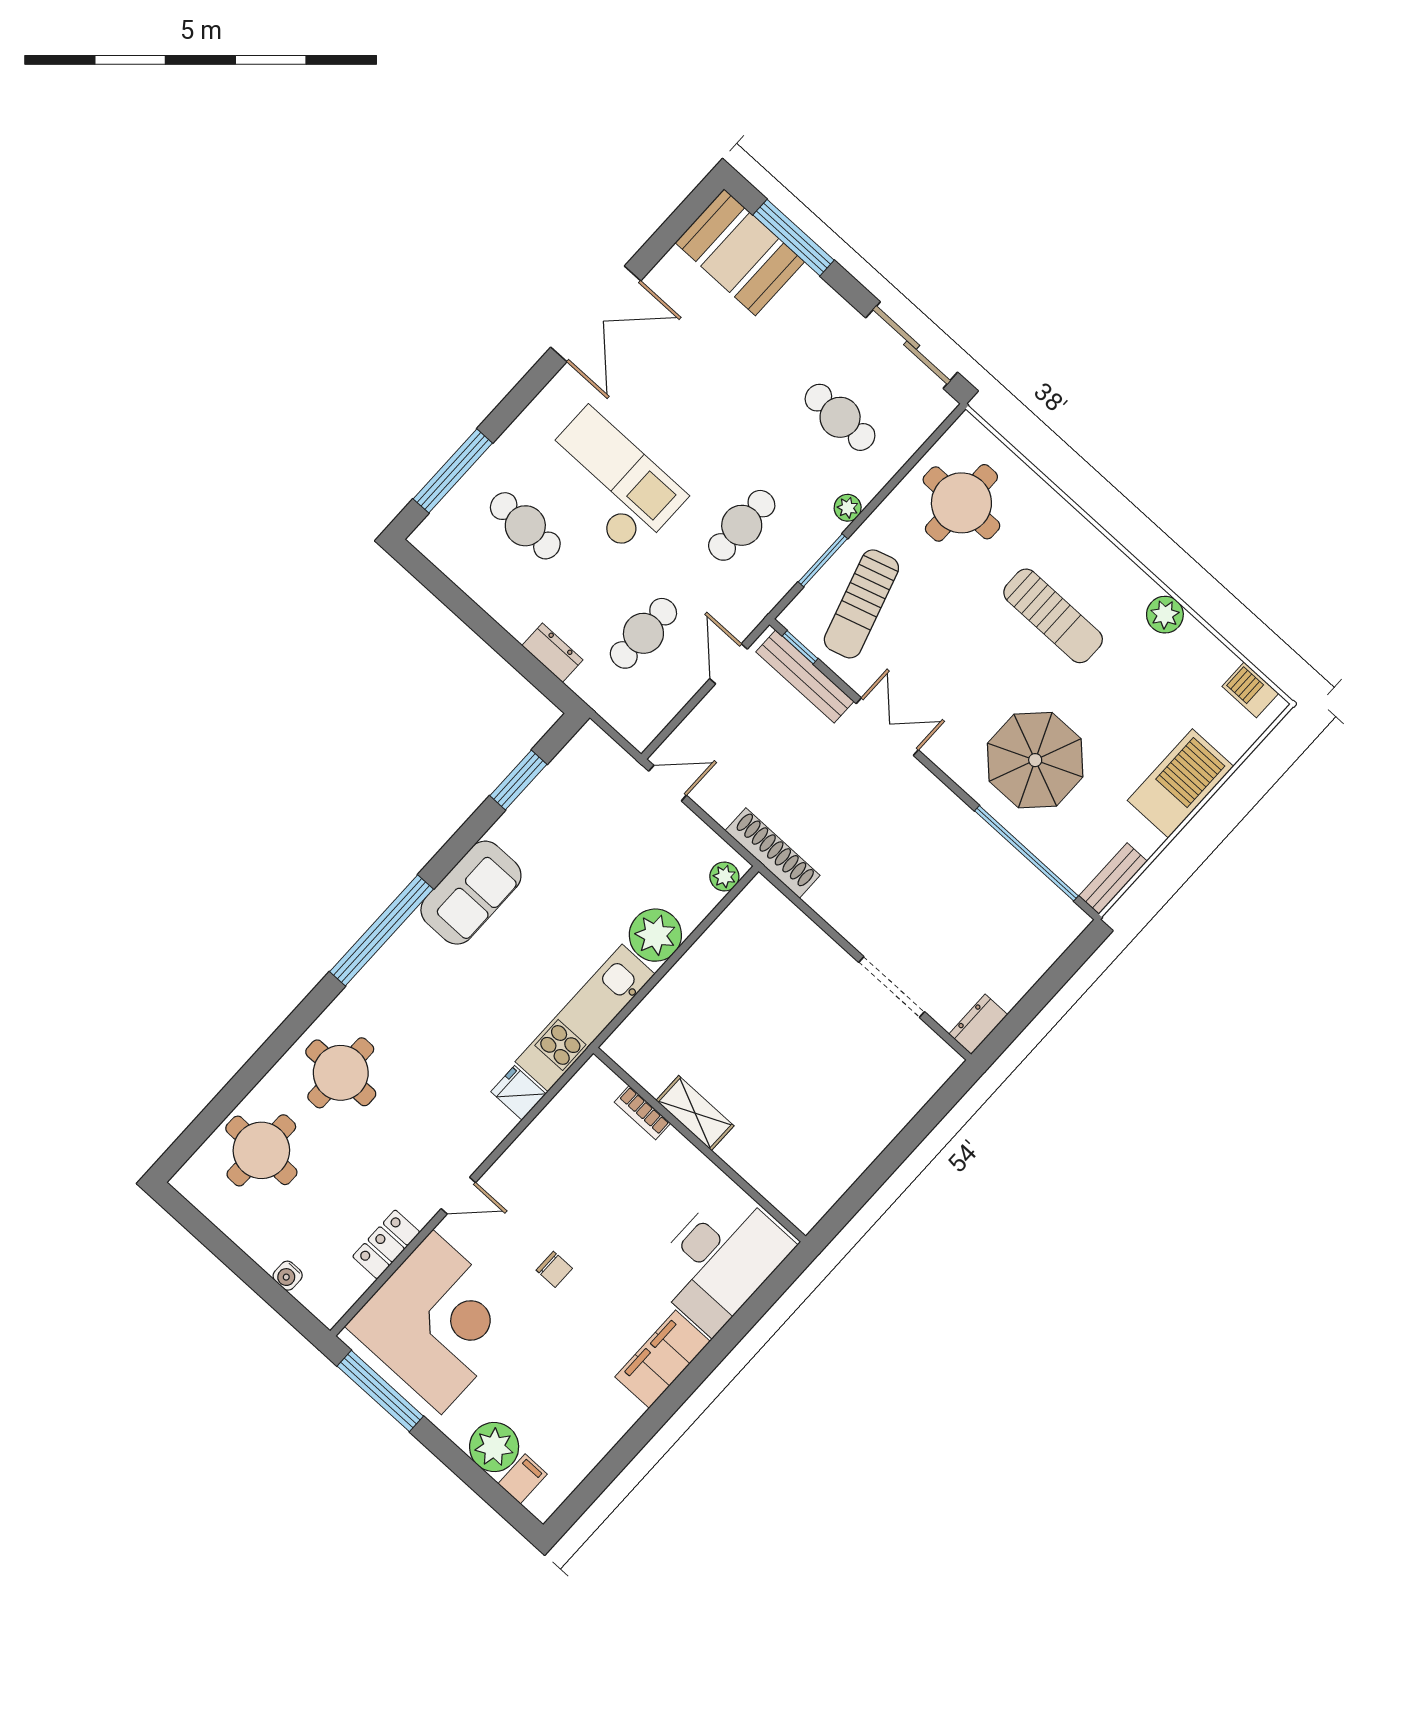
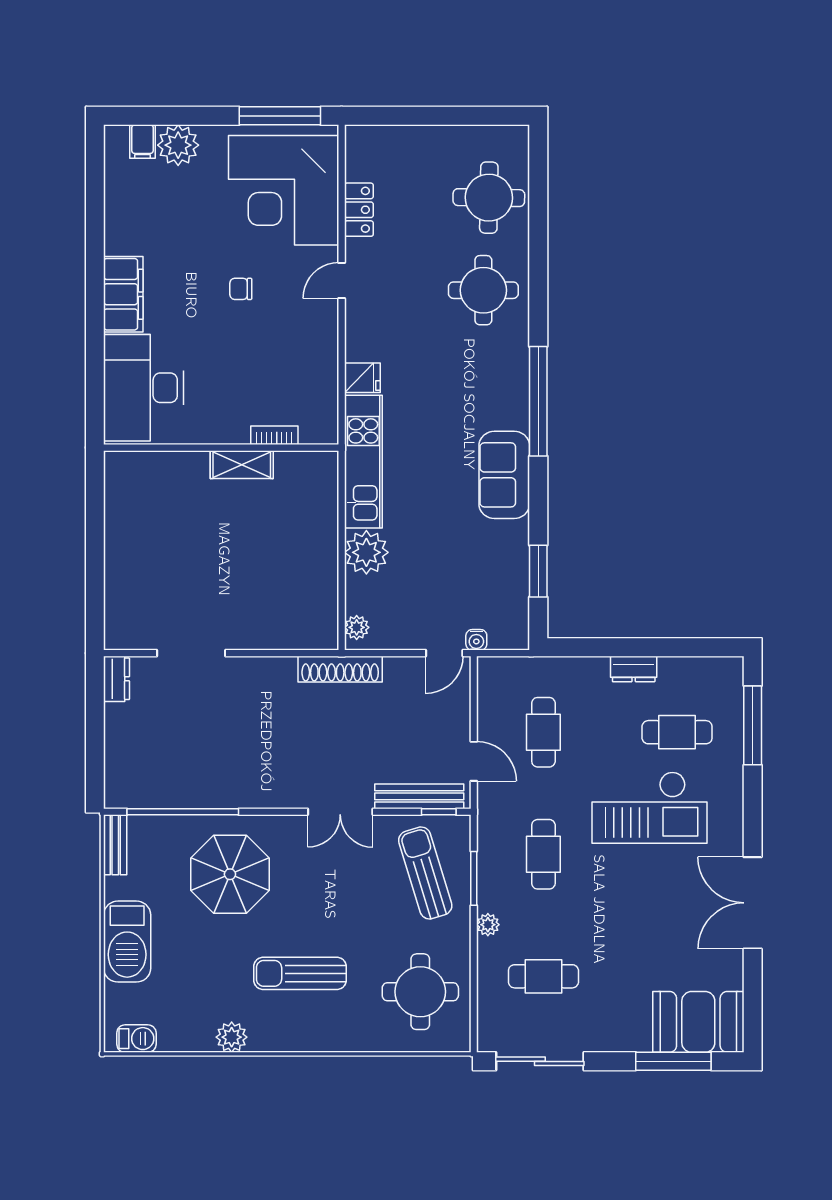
dresser: (552, 653) -> (634, 669), moved
water cooler: (288, 1276) -> (476, 640), moved, turned 180

